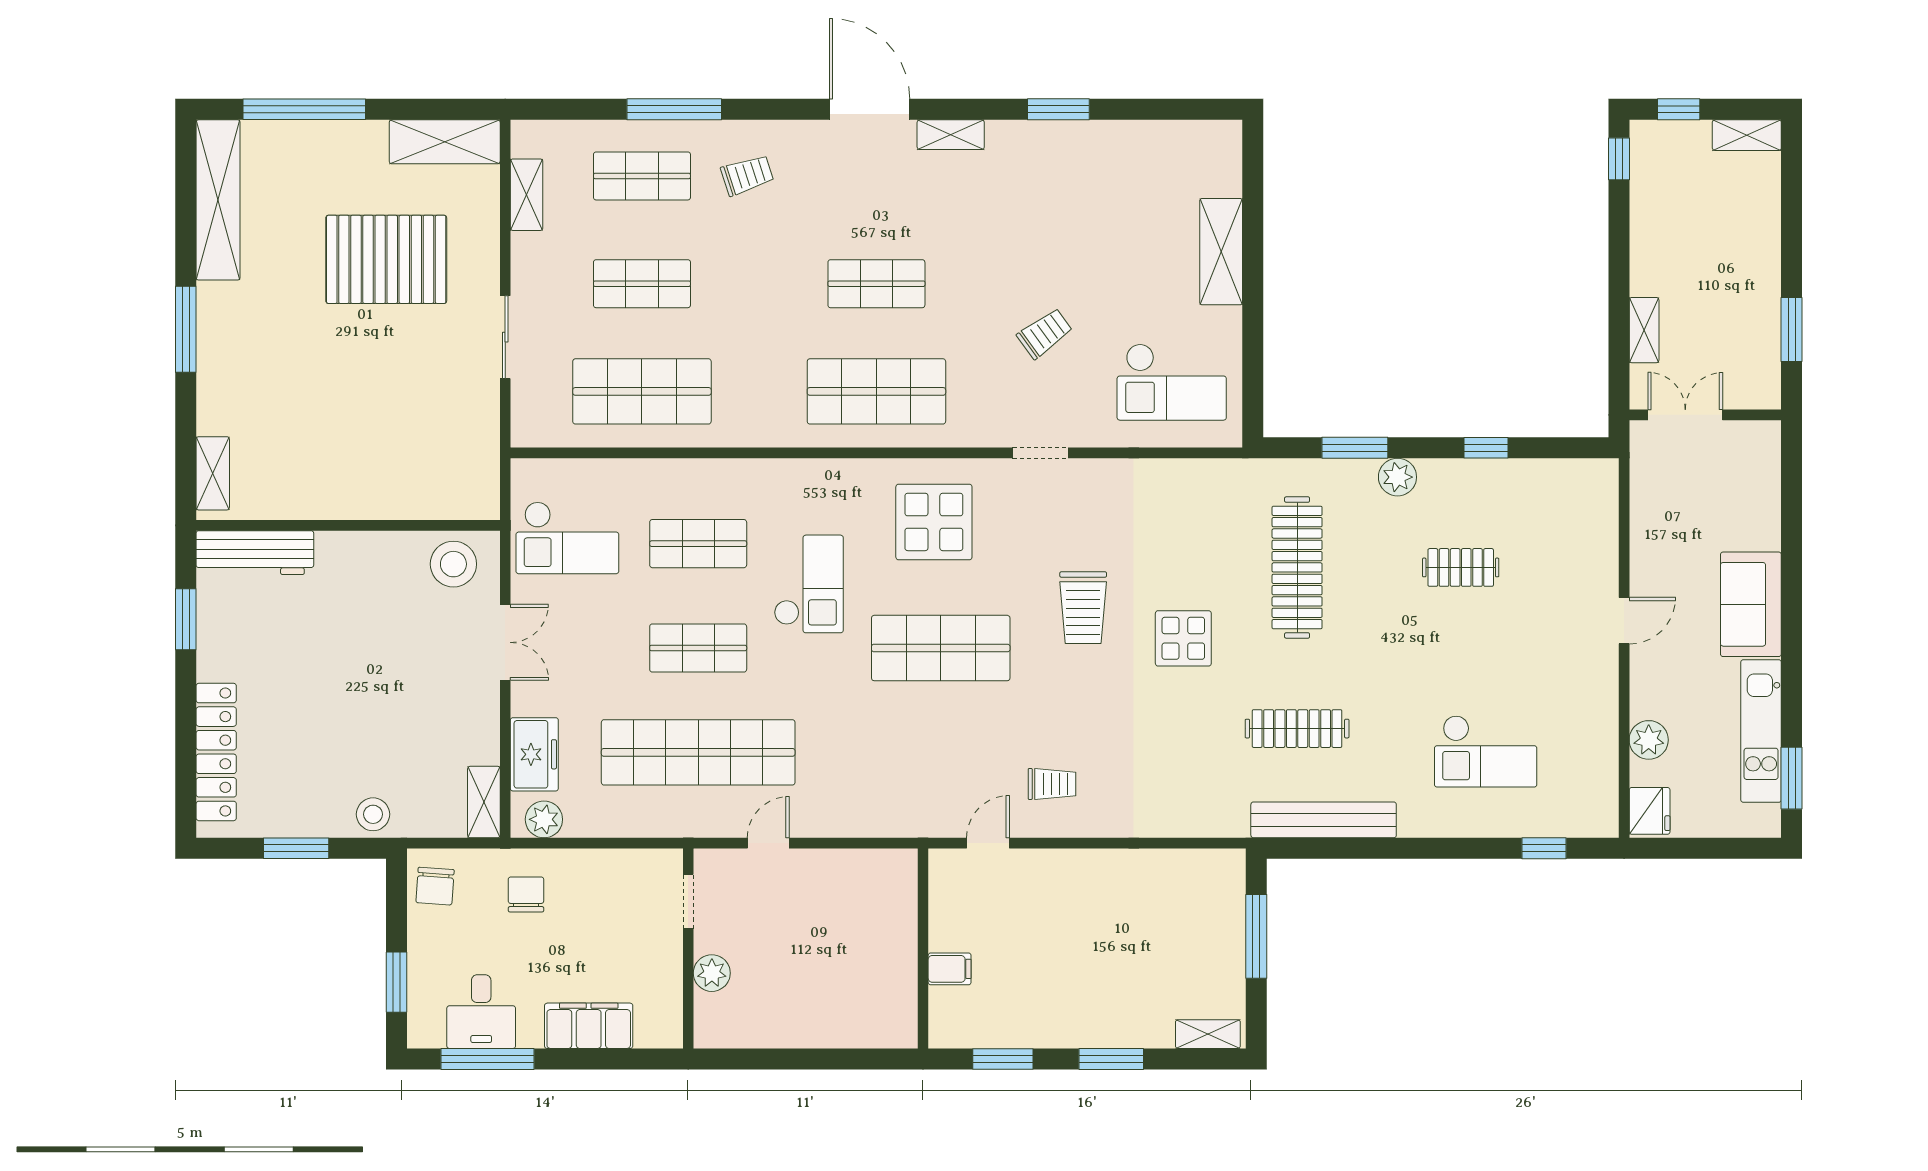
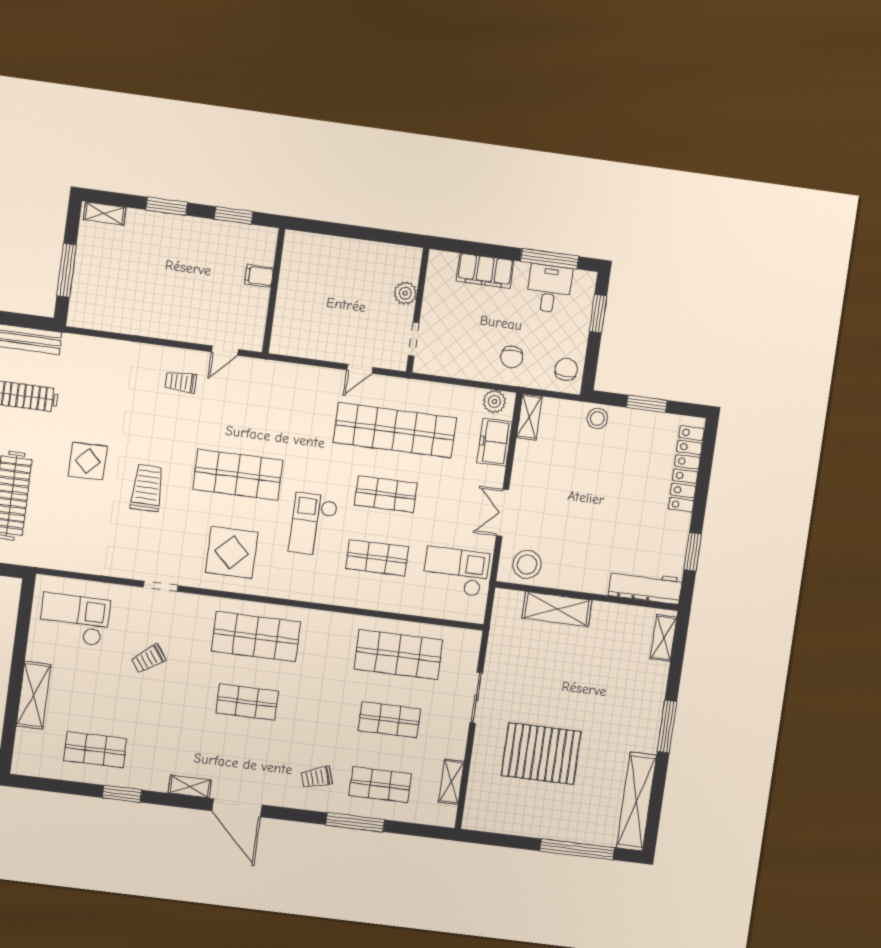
shelving: (445, 142) -> (557, 609), moved
shop shelf: (1111, 176) -> (95, 750), added

